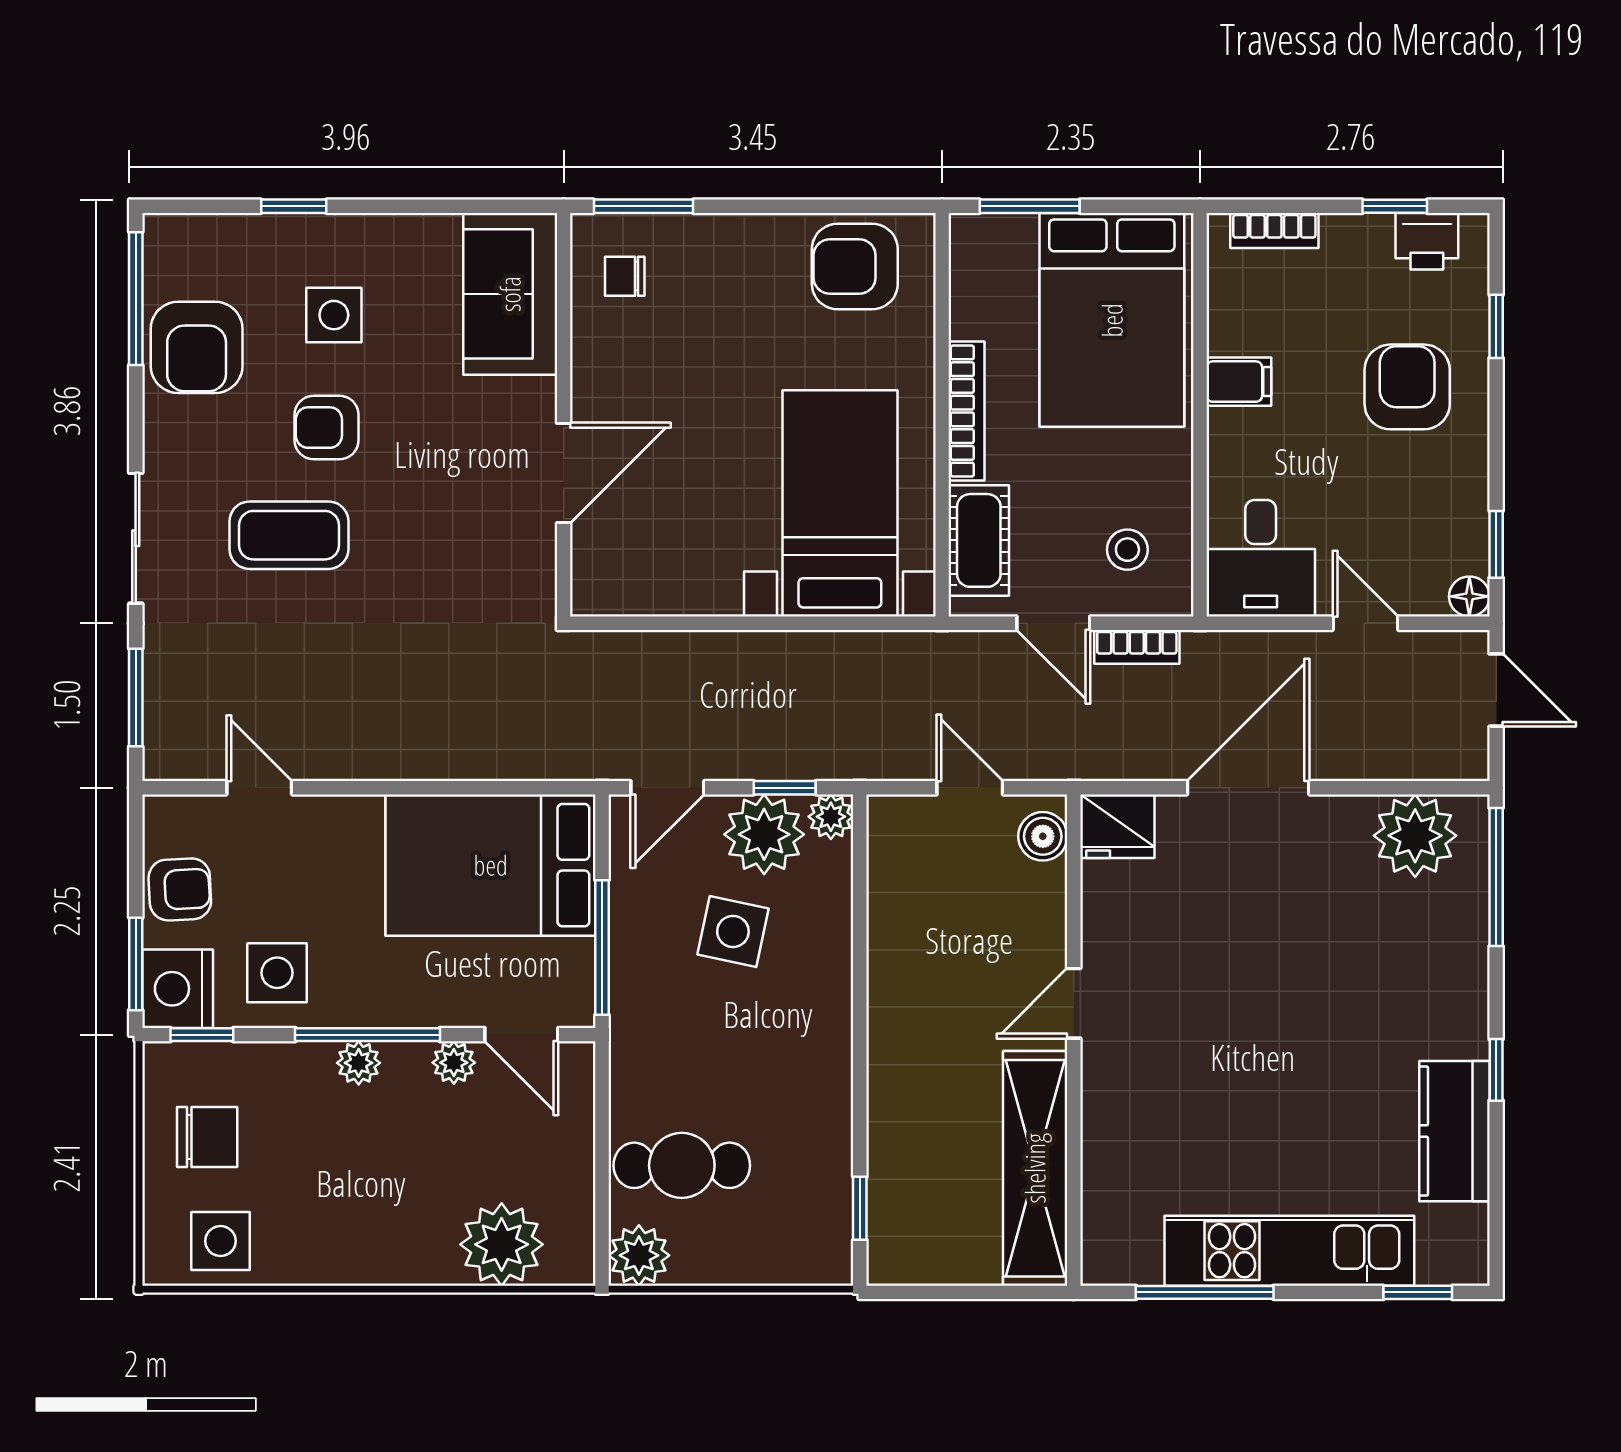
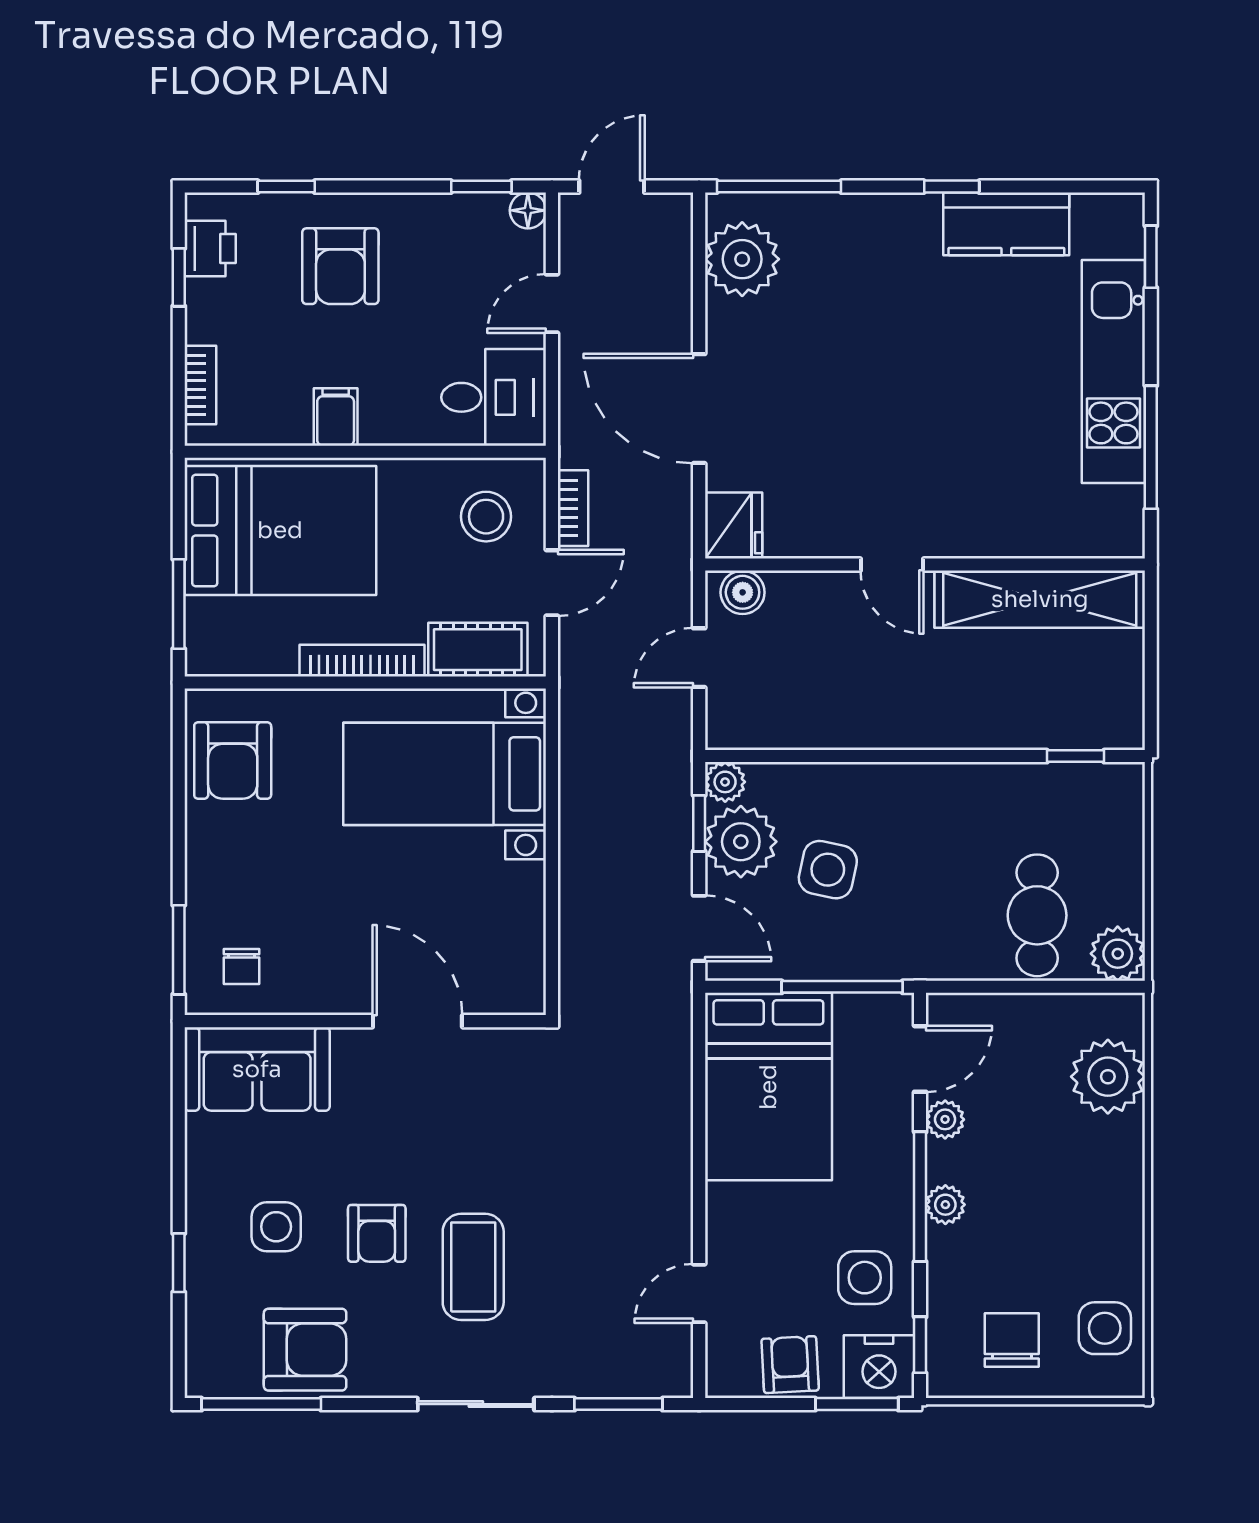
armchair: (1407, 387) -> (340, 266), turned -90
stool: (1127, 550) -> (486, 517), width x1.37, depth x1.37

